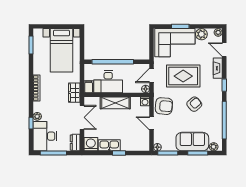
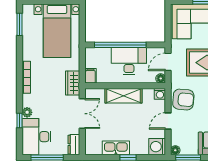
desk: (108, 82) -> (129, 61), moved, turned 180
door: (152, 123) -> (168, 121), hinge flipped
washing machine: (91, 144) -> (157, 147), moved, turned -90

